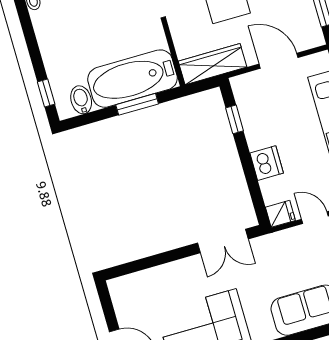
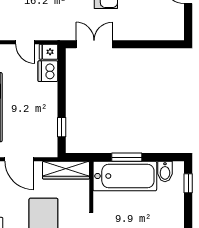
dishwasher: (267, 163) -> (48, 71), moved

